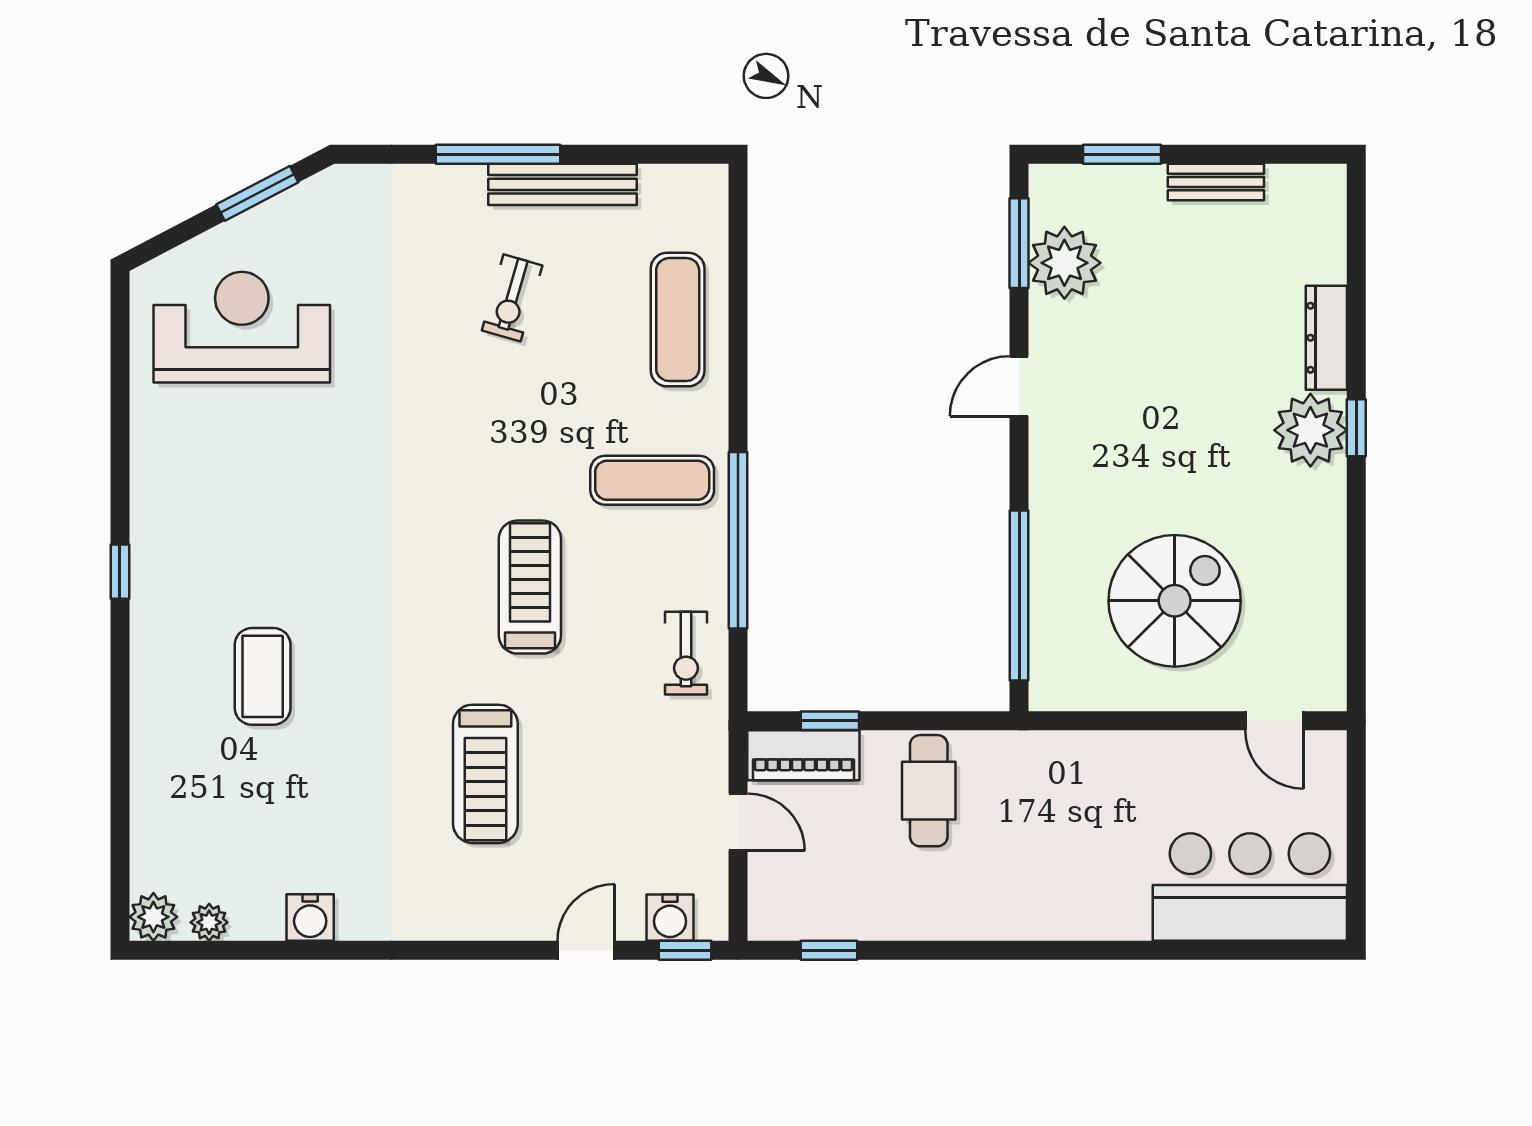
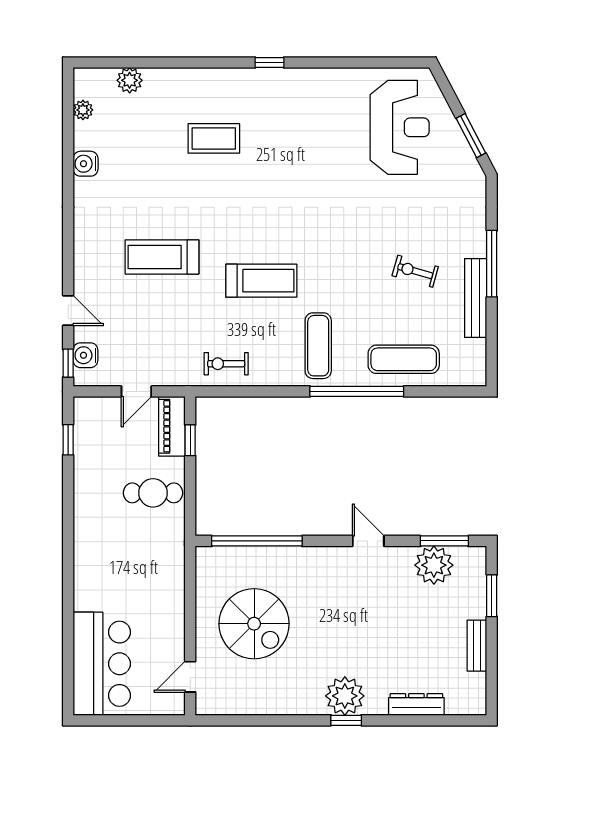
dresser: (1326, 338) -> (416, 704), moved
window: (738, 540) -> (357, 391), moved
plant: (153, 917) -> (130, 80), moved

